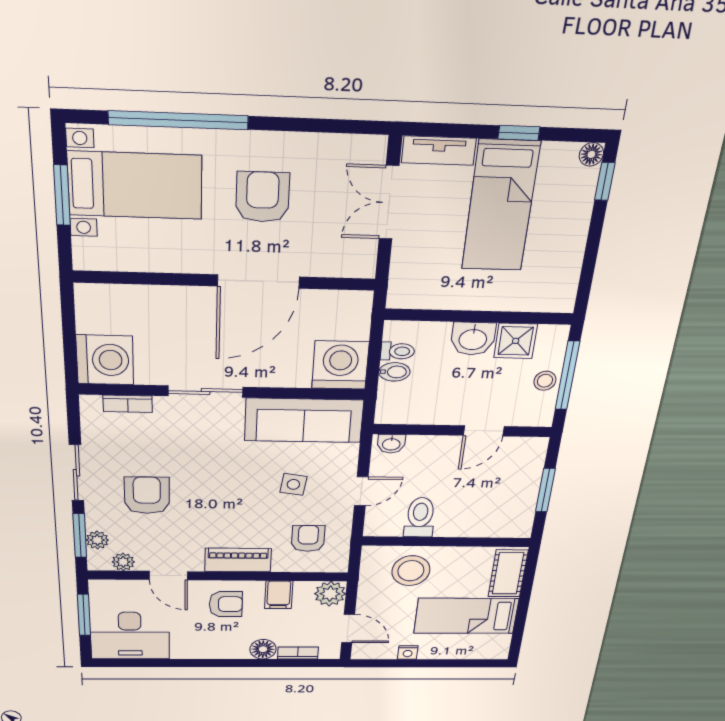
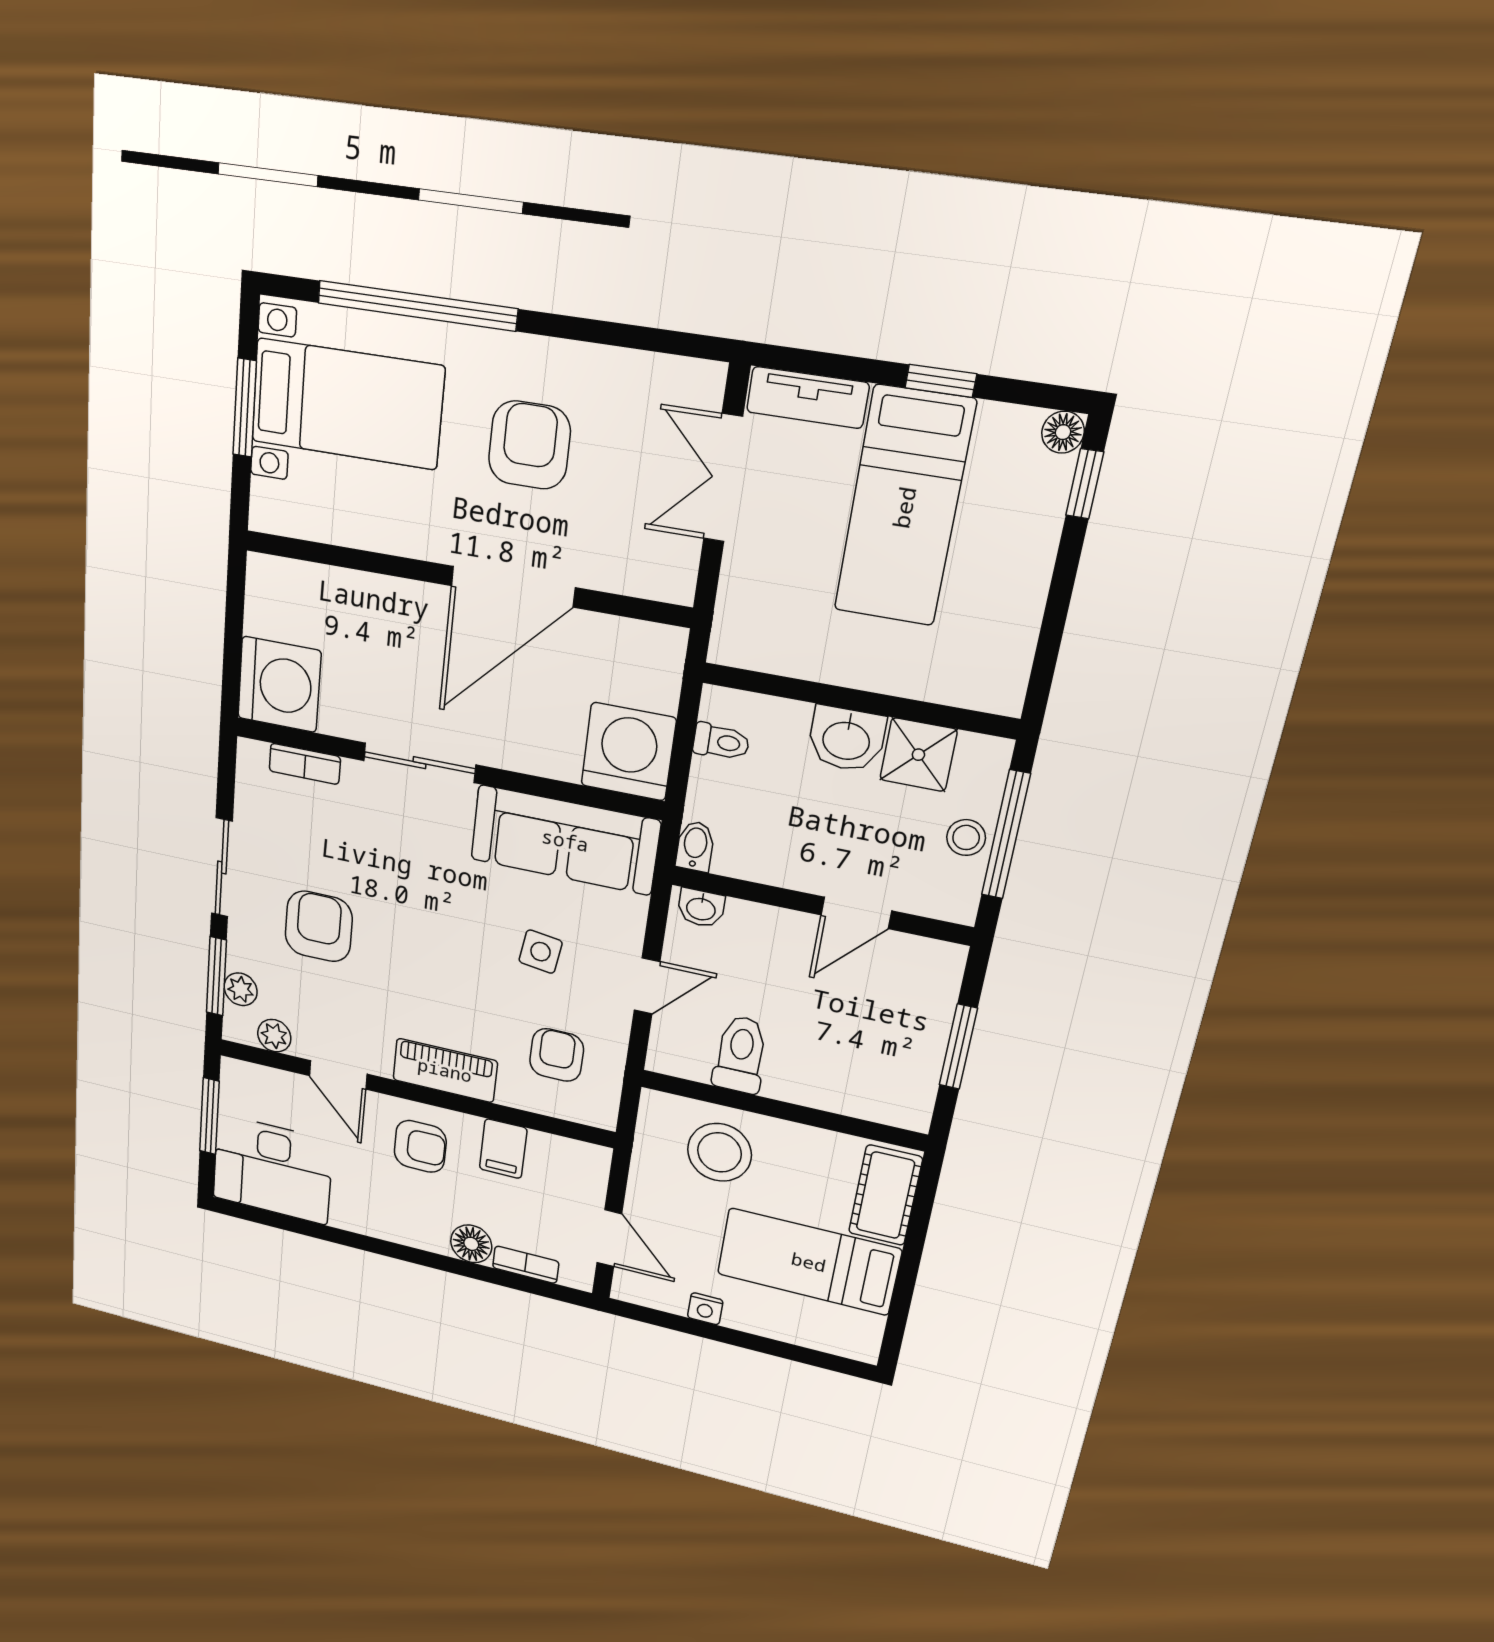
bidet: (394, 372) -> (695, 846), moved, turned -90
plant: (330, 594) -> (585, 1165), removed

